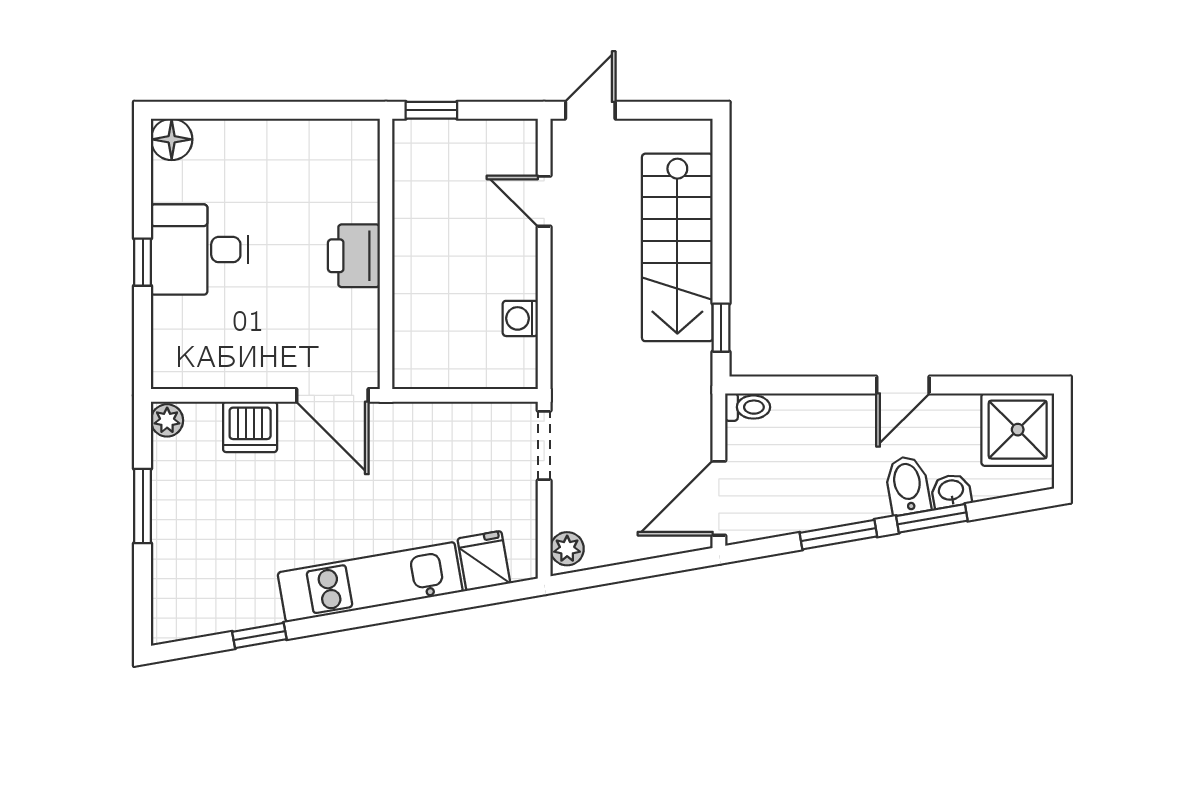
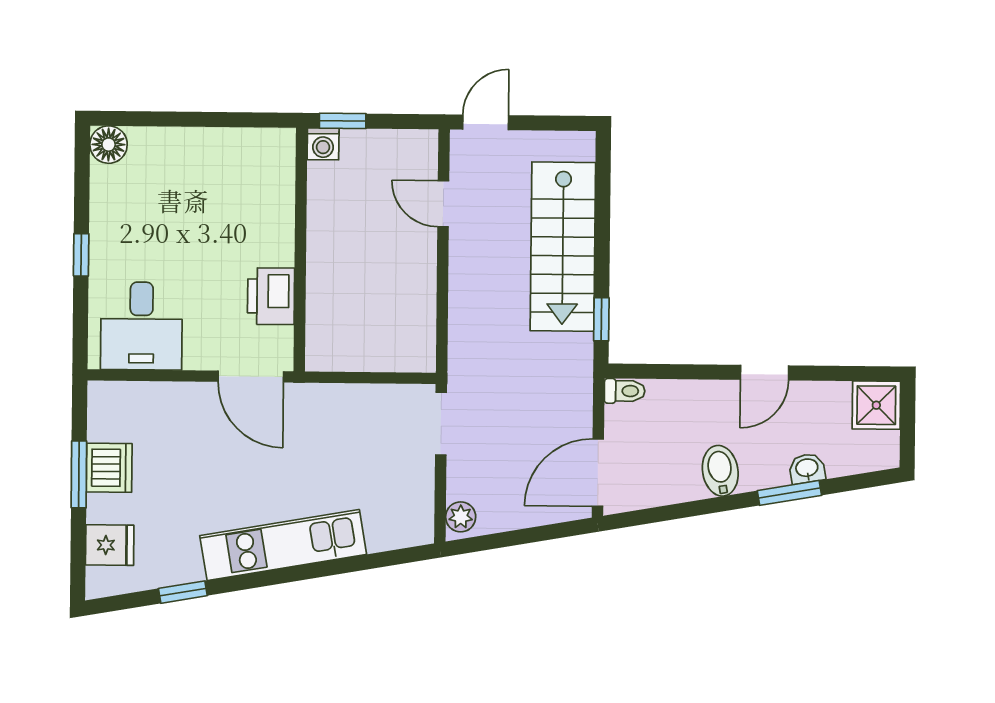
desk: (200, 250) -> (141, 326), moved, turned -90
printer: (354, 256) -> (271, 296), moved
washing machine: (520, 318) -> (323, 144), moved, turned -90
plant: (167, 420) -> (102, 398), removed
dishwasher: (250, 427) -> (109, 468), moved, turned -90
shower: (1018, 430) -> (876, 405), width x0.73, depth x0.73
bidet: (908, 485) -> (720, 471), moved
window: (838, 535) -> (705, 507), removed
fridge: (484, 561) -> (110, 545), moved, turned 100

